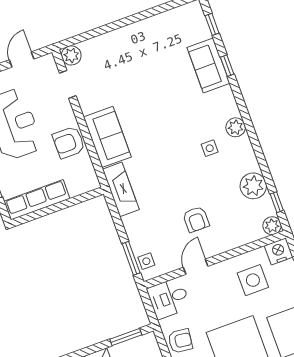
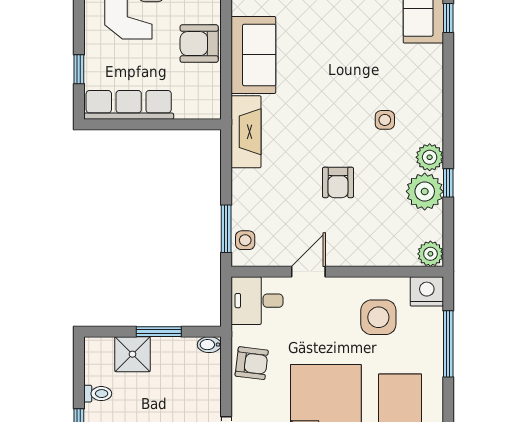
plant: (236, 127) -> (430, 157), moved
window: (277, 202) -> (448, 183), moved
armchair: (196, 219) -> (338, 182), moved
window: (126, 337) -> (159, 332), moved
bidet: (148, 339) -> (209, 345), added

